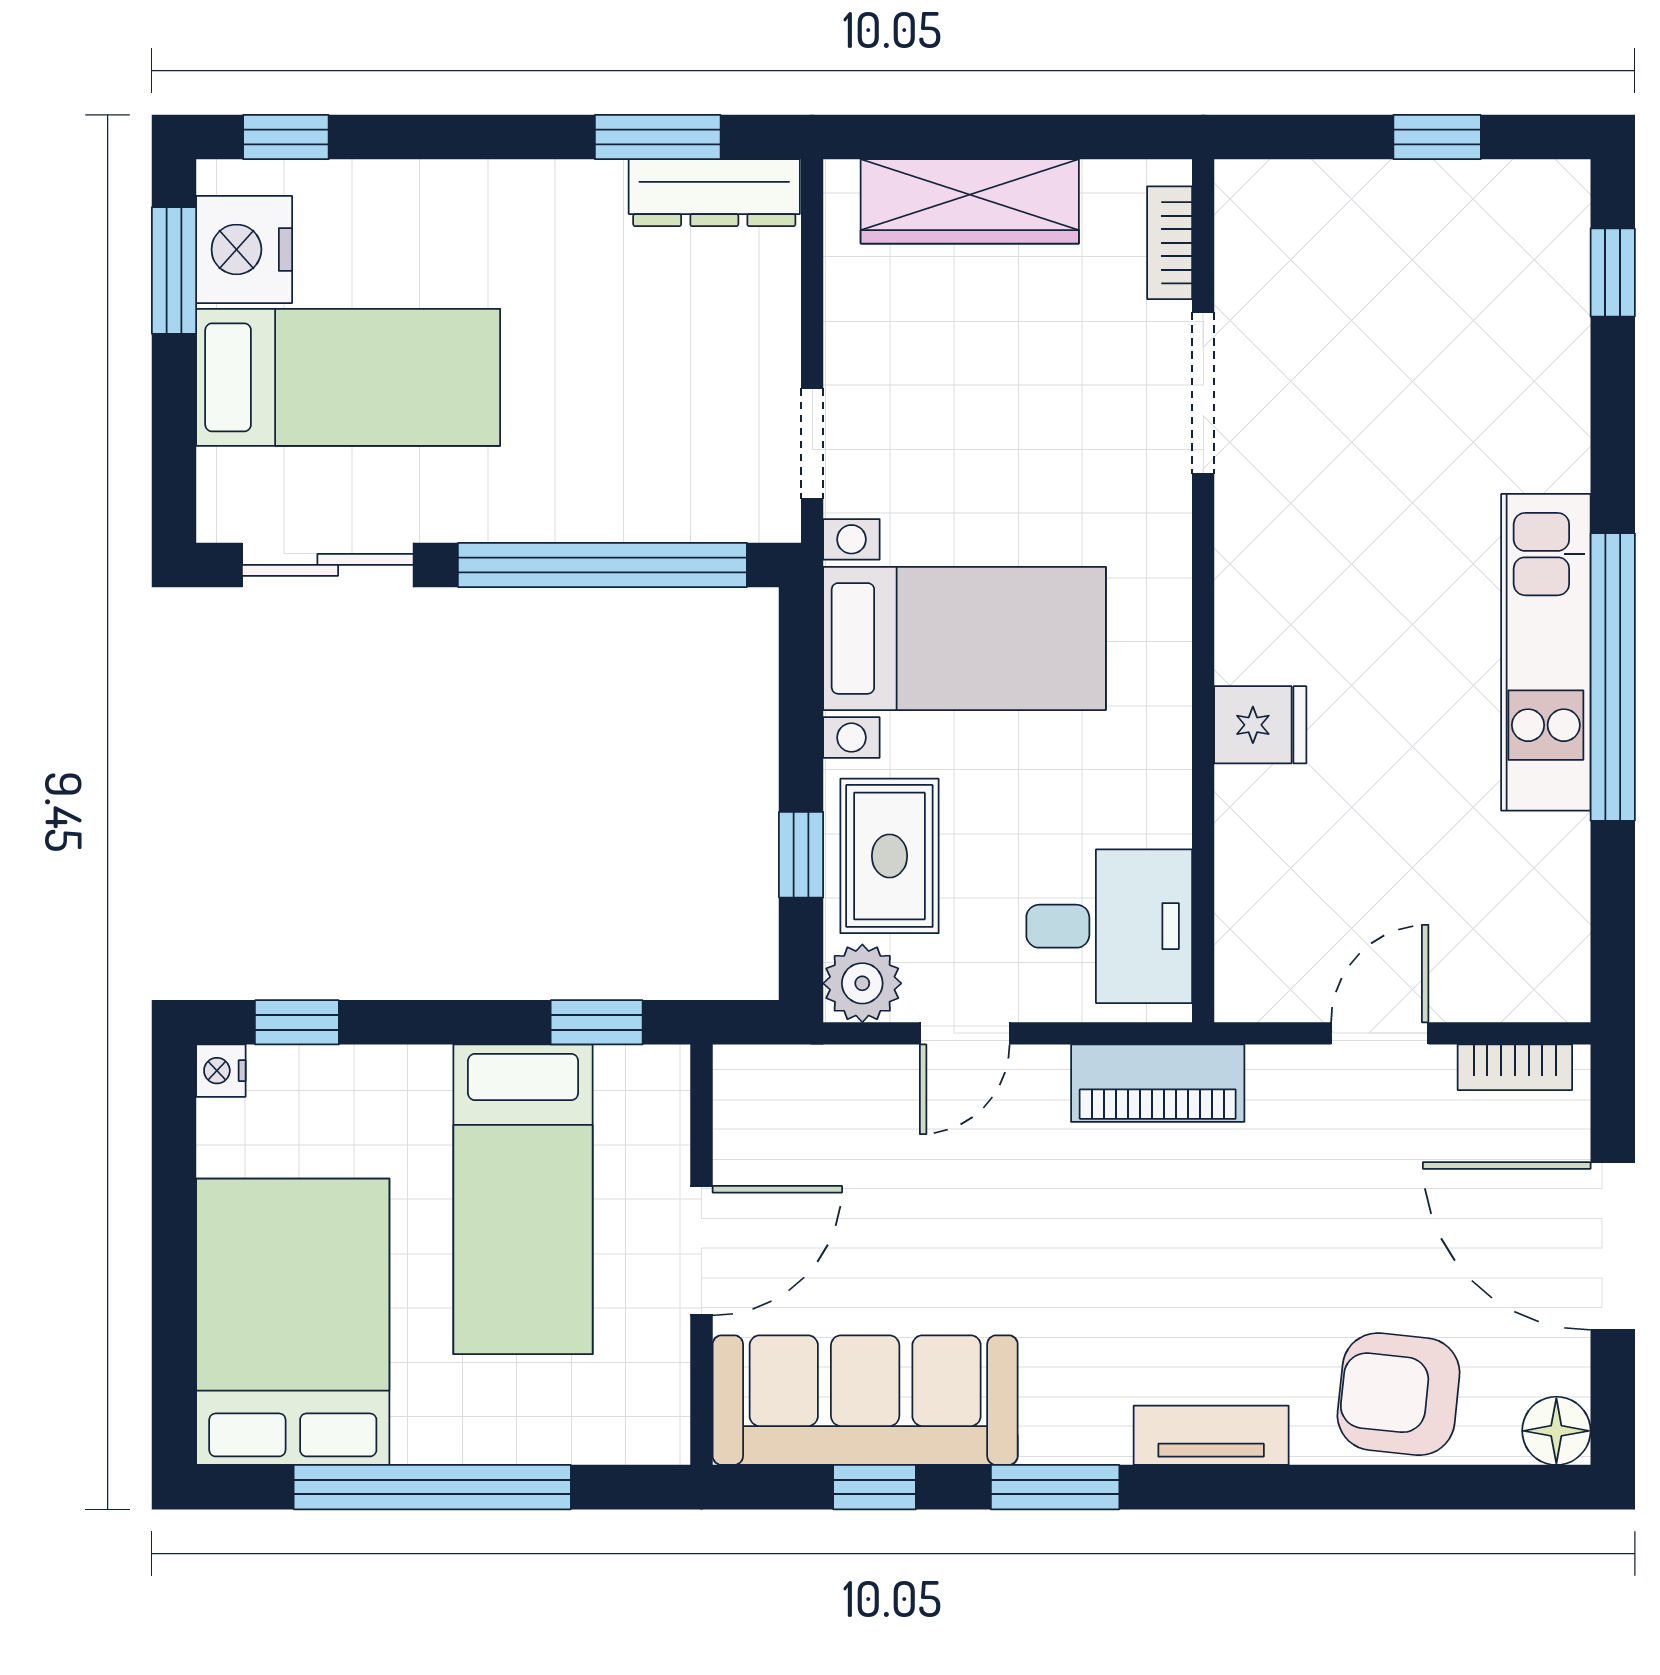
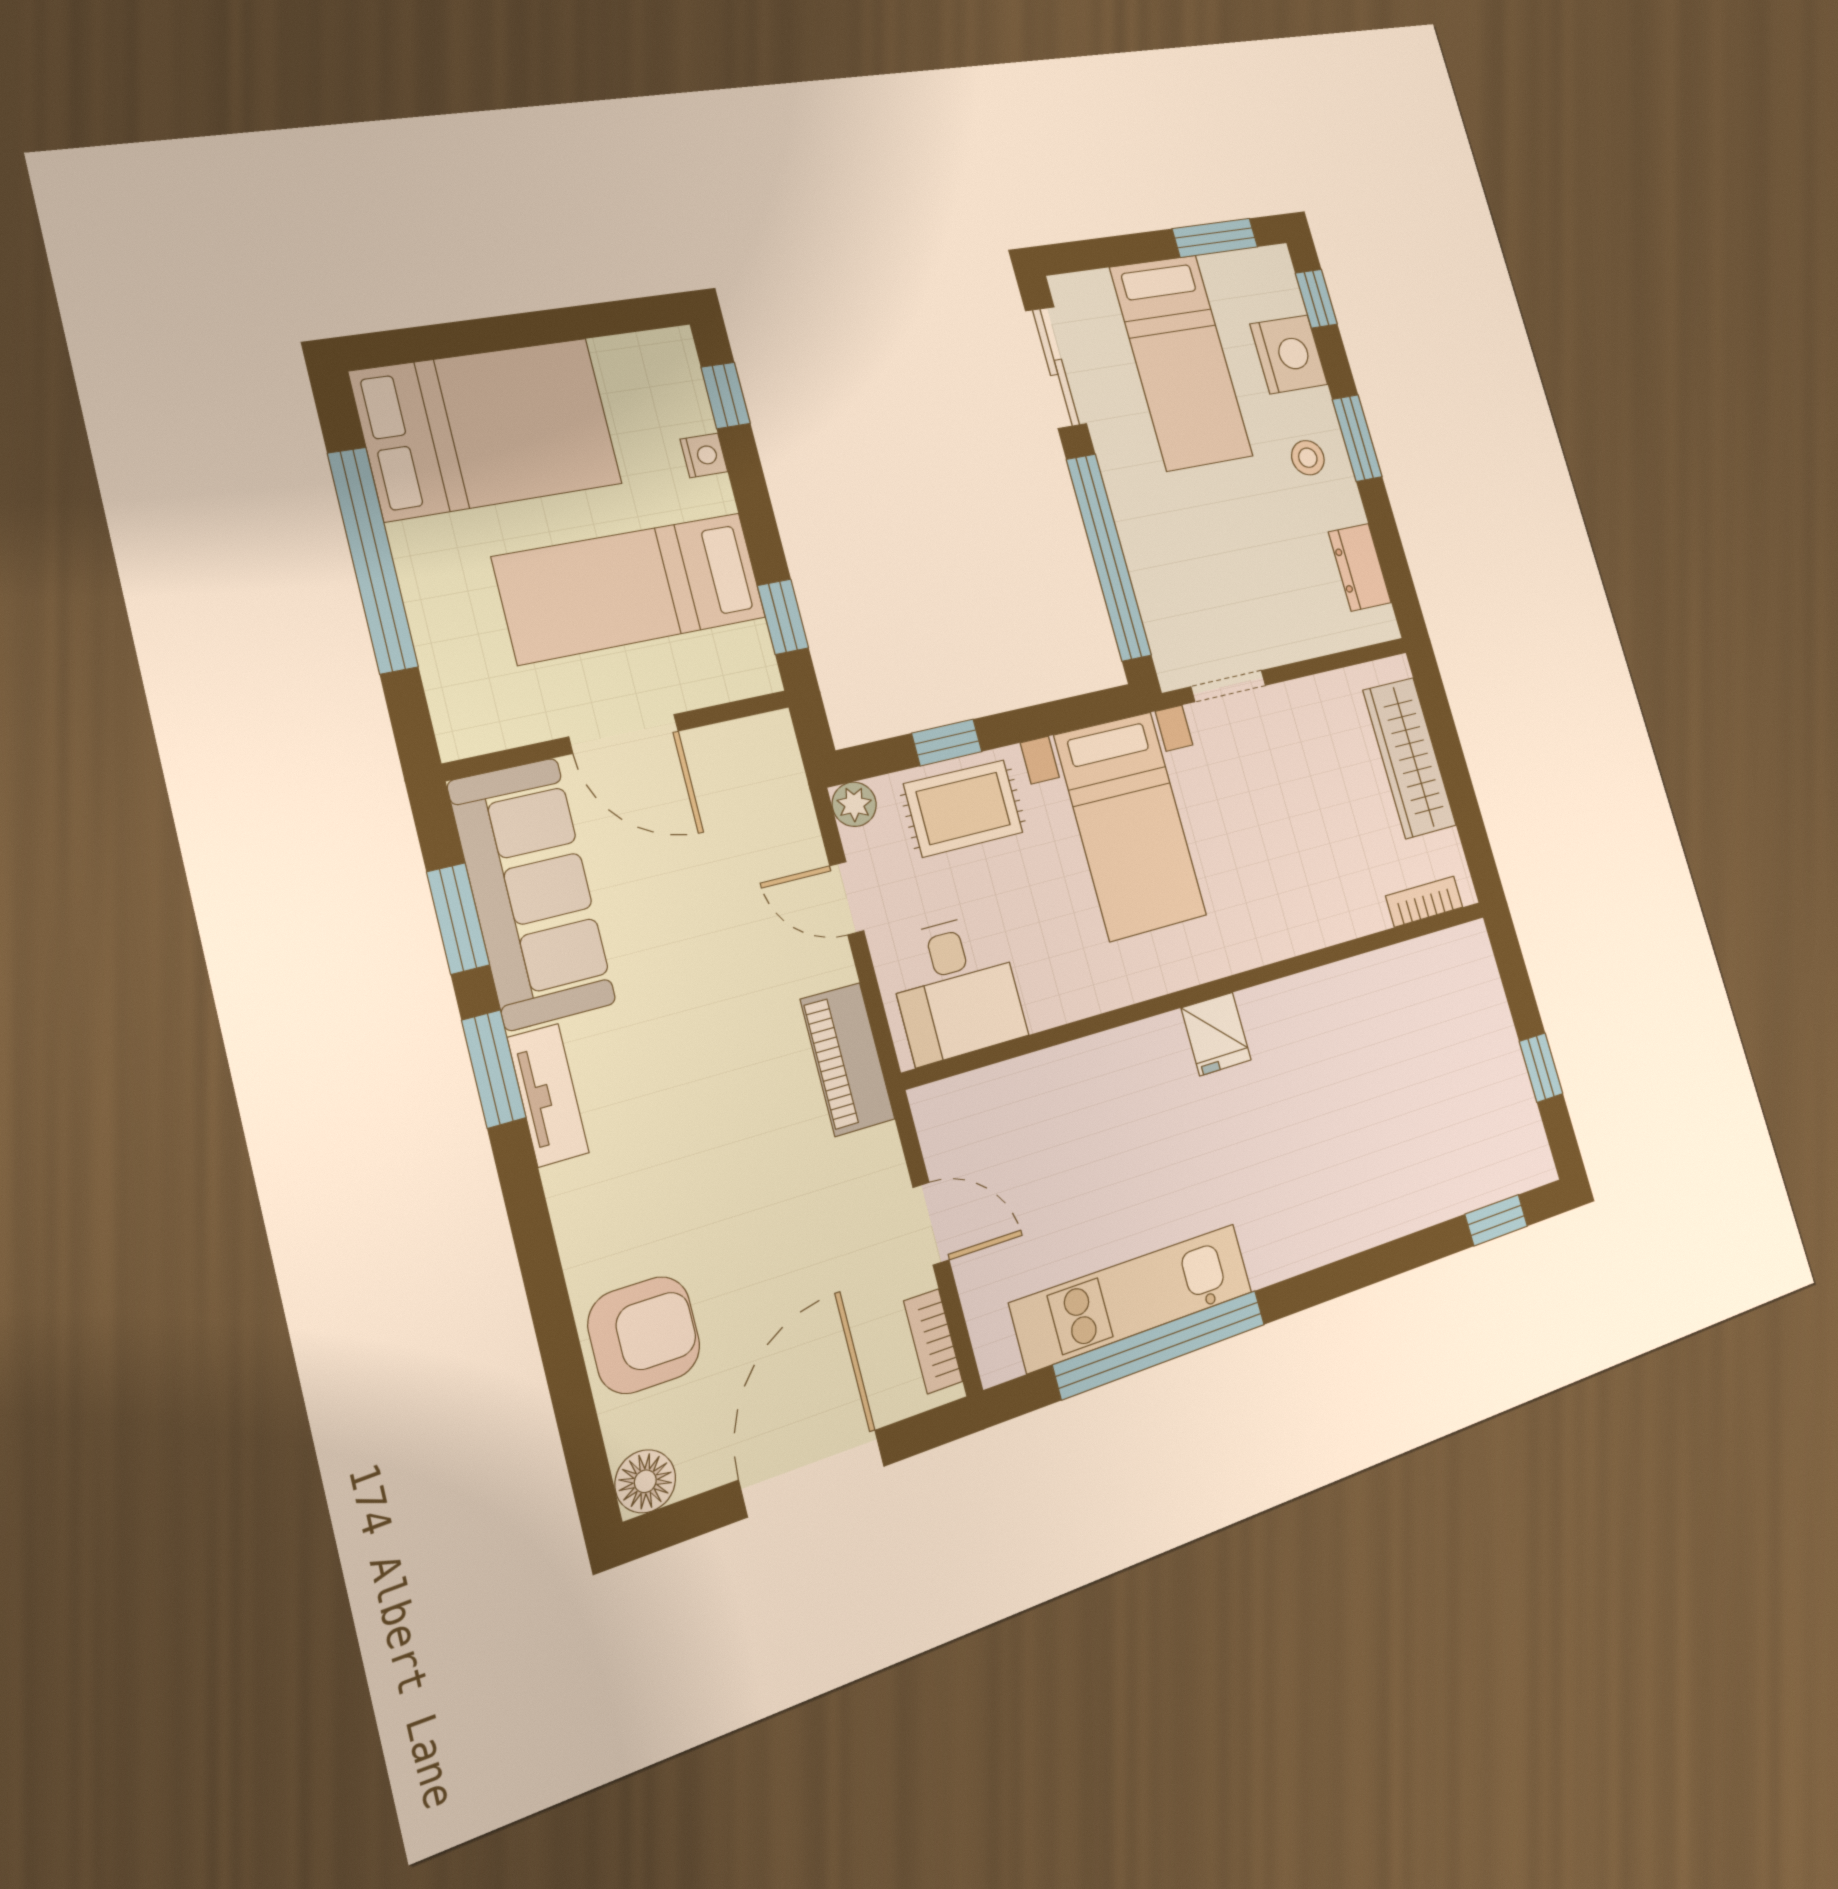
window: (658, 137) -> (1357, 438), moved
dresser: (714, 193) -> (1360, 567), width x0.70
stool: (517, 224) -> (1308, 458), added
nightstand: (244, 249) -> (1289, 354), moved, turned 90
doorway: (1203, 393) -> (1338, 952), removed
kitchen unit: (1546, 652) -> (1132, 1297), moved
window: (1613, 677) -> (1160, 1344), moved
fridge: (1260, 725) -> (1216, 1034), moved
plant: (862, 983) -> (854, 804), width x0.73, depth x0.73
nightstand: (221, 1071) -> (704, 455), moved, turned 90
armchair: (1399, 1394) -> (644, 1335), turned 84
tv unit: (1211, 1435) -> (548, 1095), moved
window: (874, 1487) -> (458, 918), width x1.50

